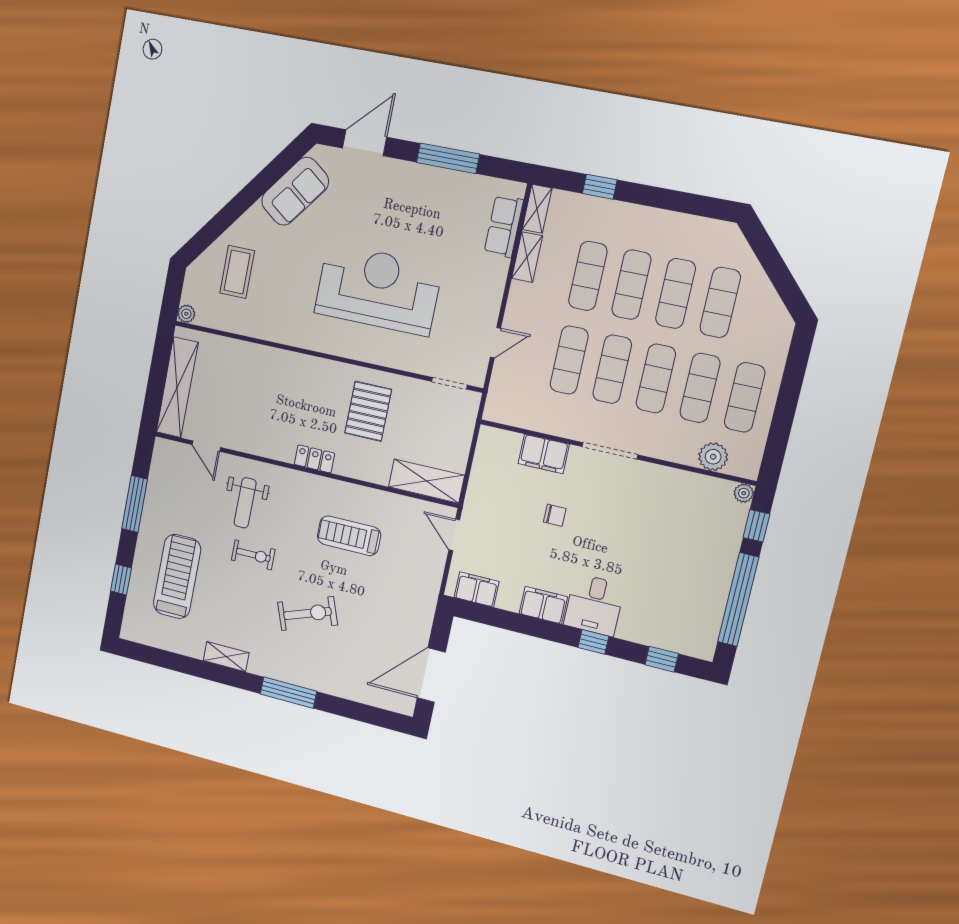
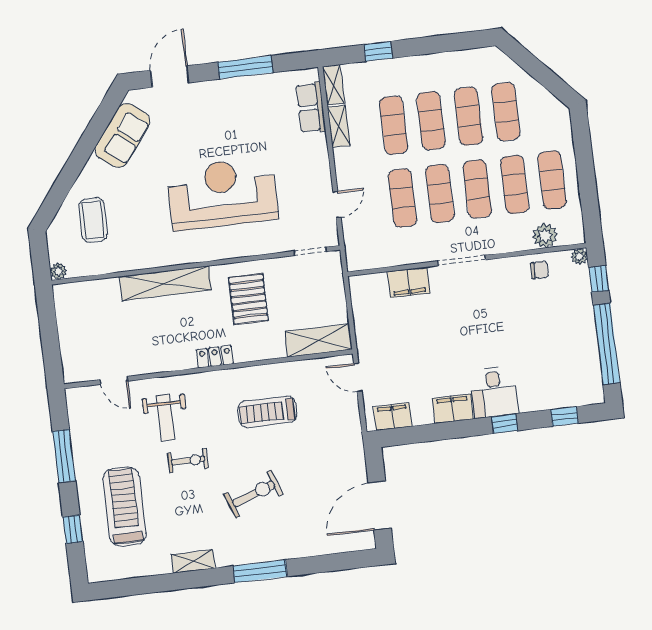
shelving: (177, 387) -> (165, 283), moved, turned 90
chair: (555, 515) -> (539, 270), moved

